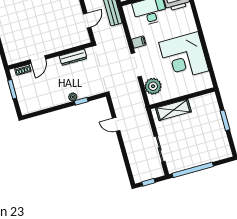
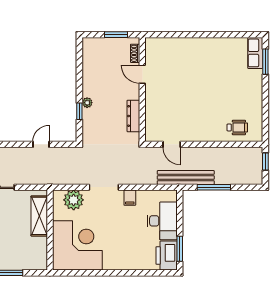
corner desk: (184, 57) -> (77, 245), moved, turned 90

